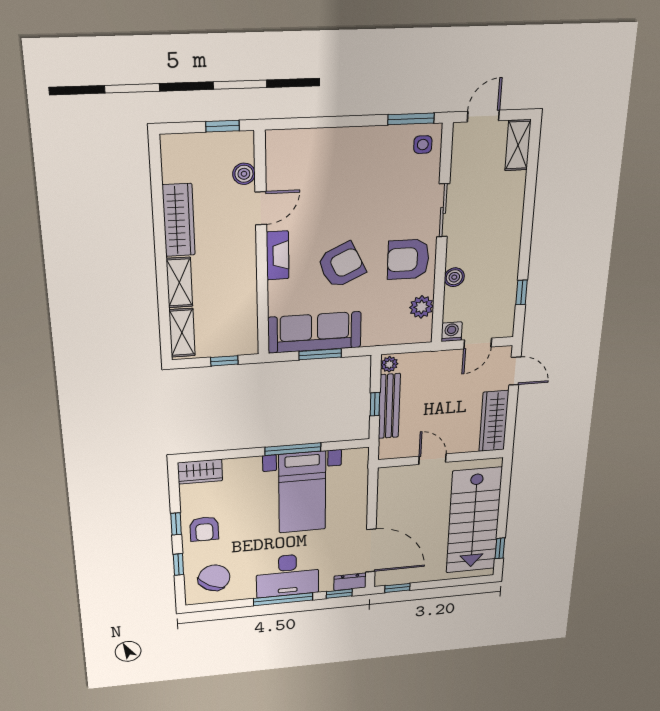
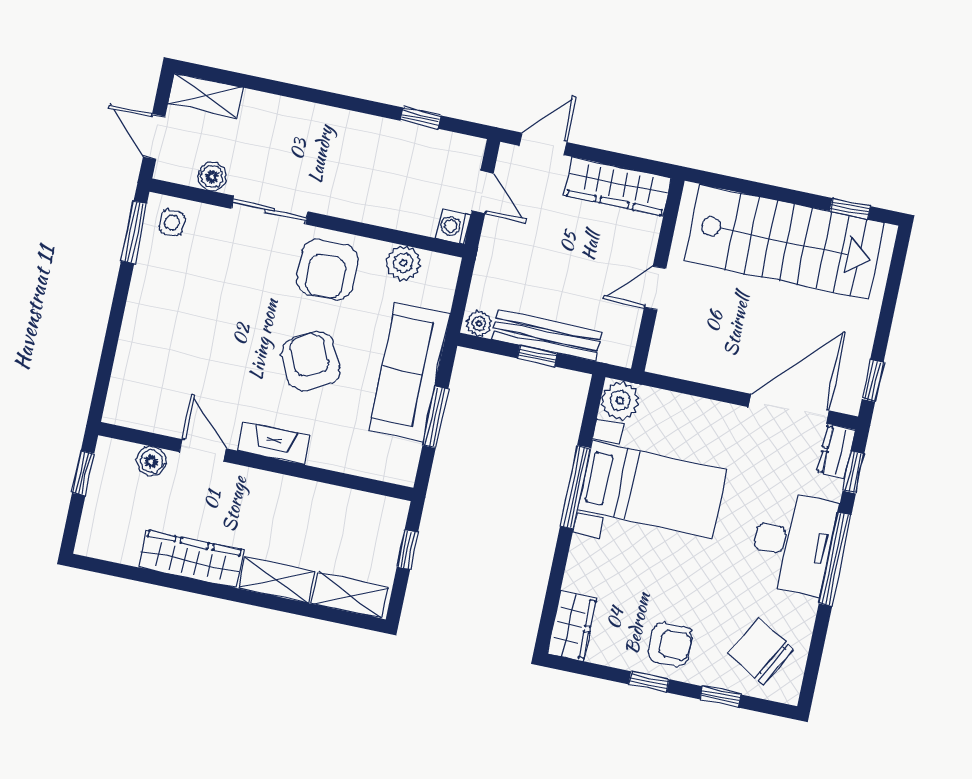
boiler: (454, 277) -> (212, 176), moved
sofa: (315, 332) -> (409, 372), moved
plant: (356, 459) -> (620, 401), added

